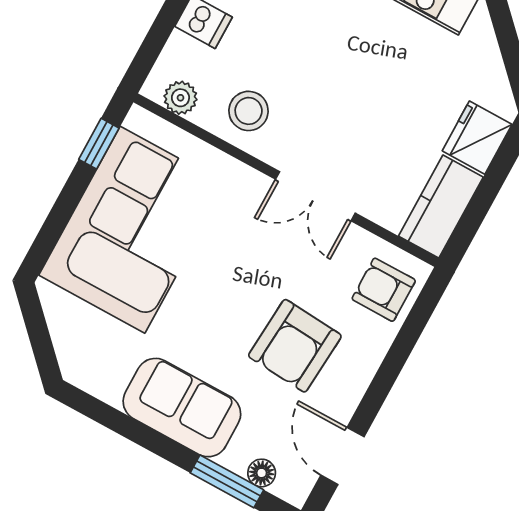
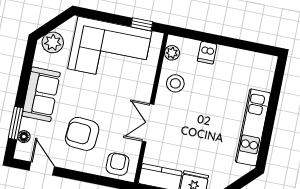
plant: (78, 348) -> (53, 42), added
door: (342, 456) -> (42, 169), hinge flipped

